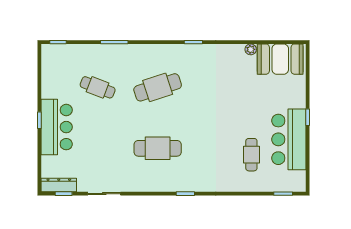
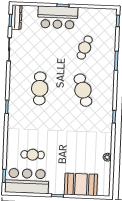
booth: (280, 59) -> (81, 184), moved, turned 90
bar counter: (289, 139) -> (27, 181), moved

